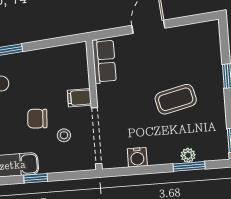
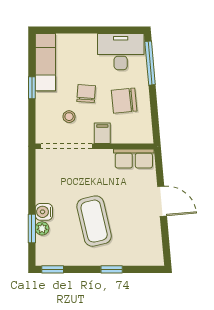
chair: (42, 77) -> (124, 101), added
coffee table: (176, 99) -> (94, 221), width x1.36, depth x1.32
water cooler: (137, 157) -> (44, 212), moved

